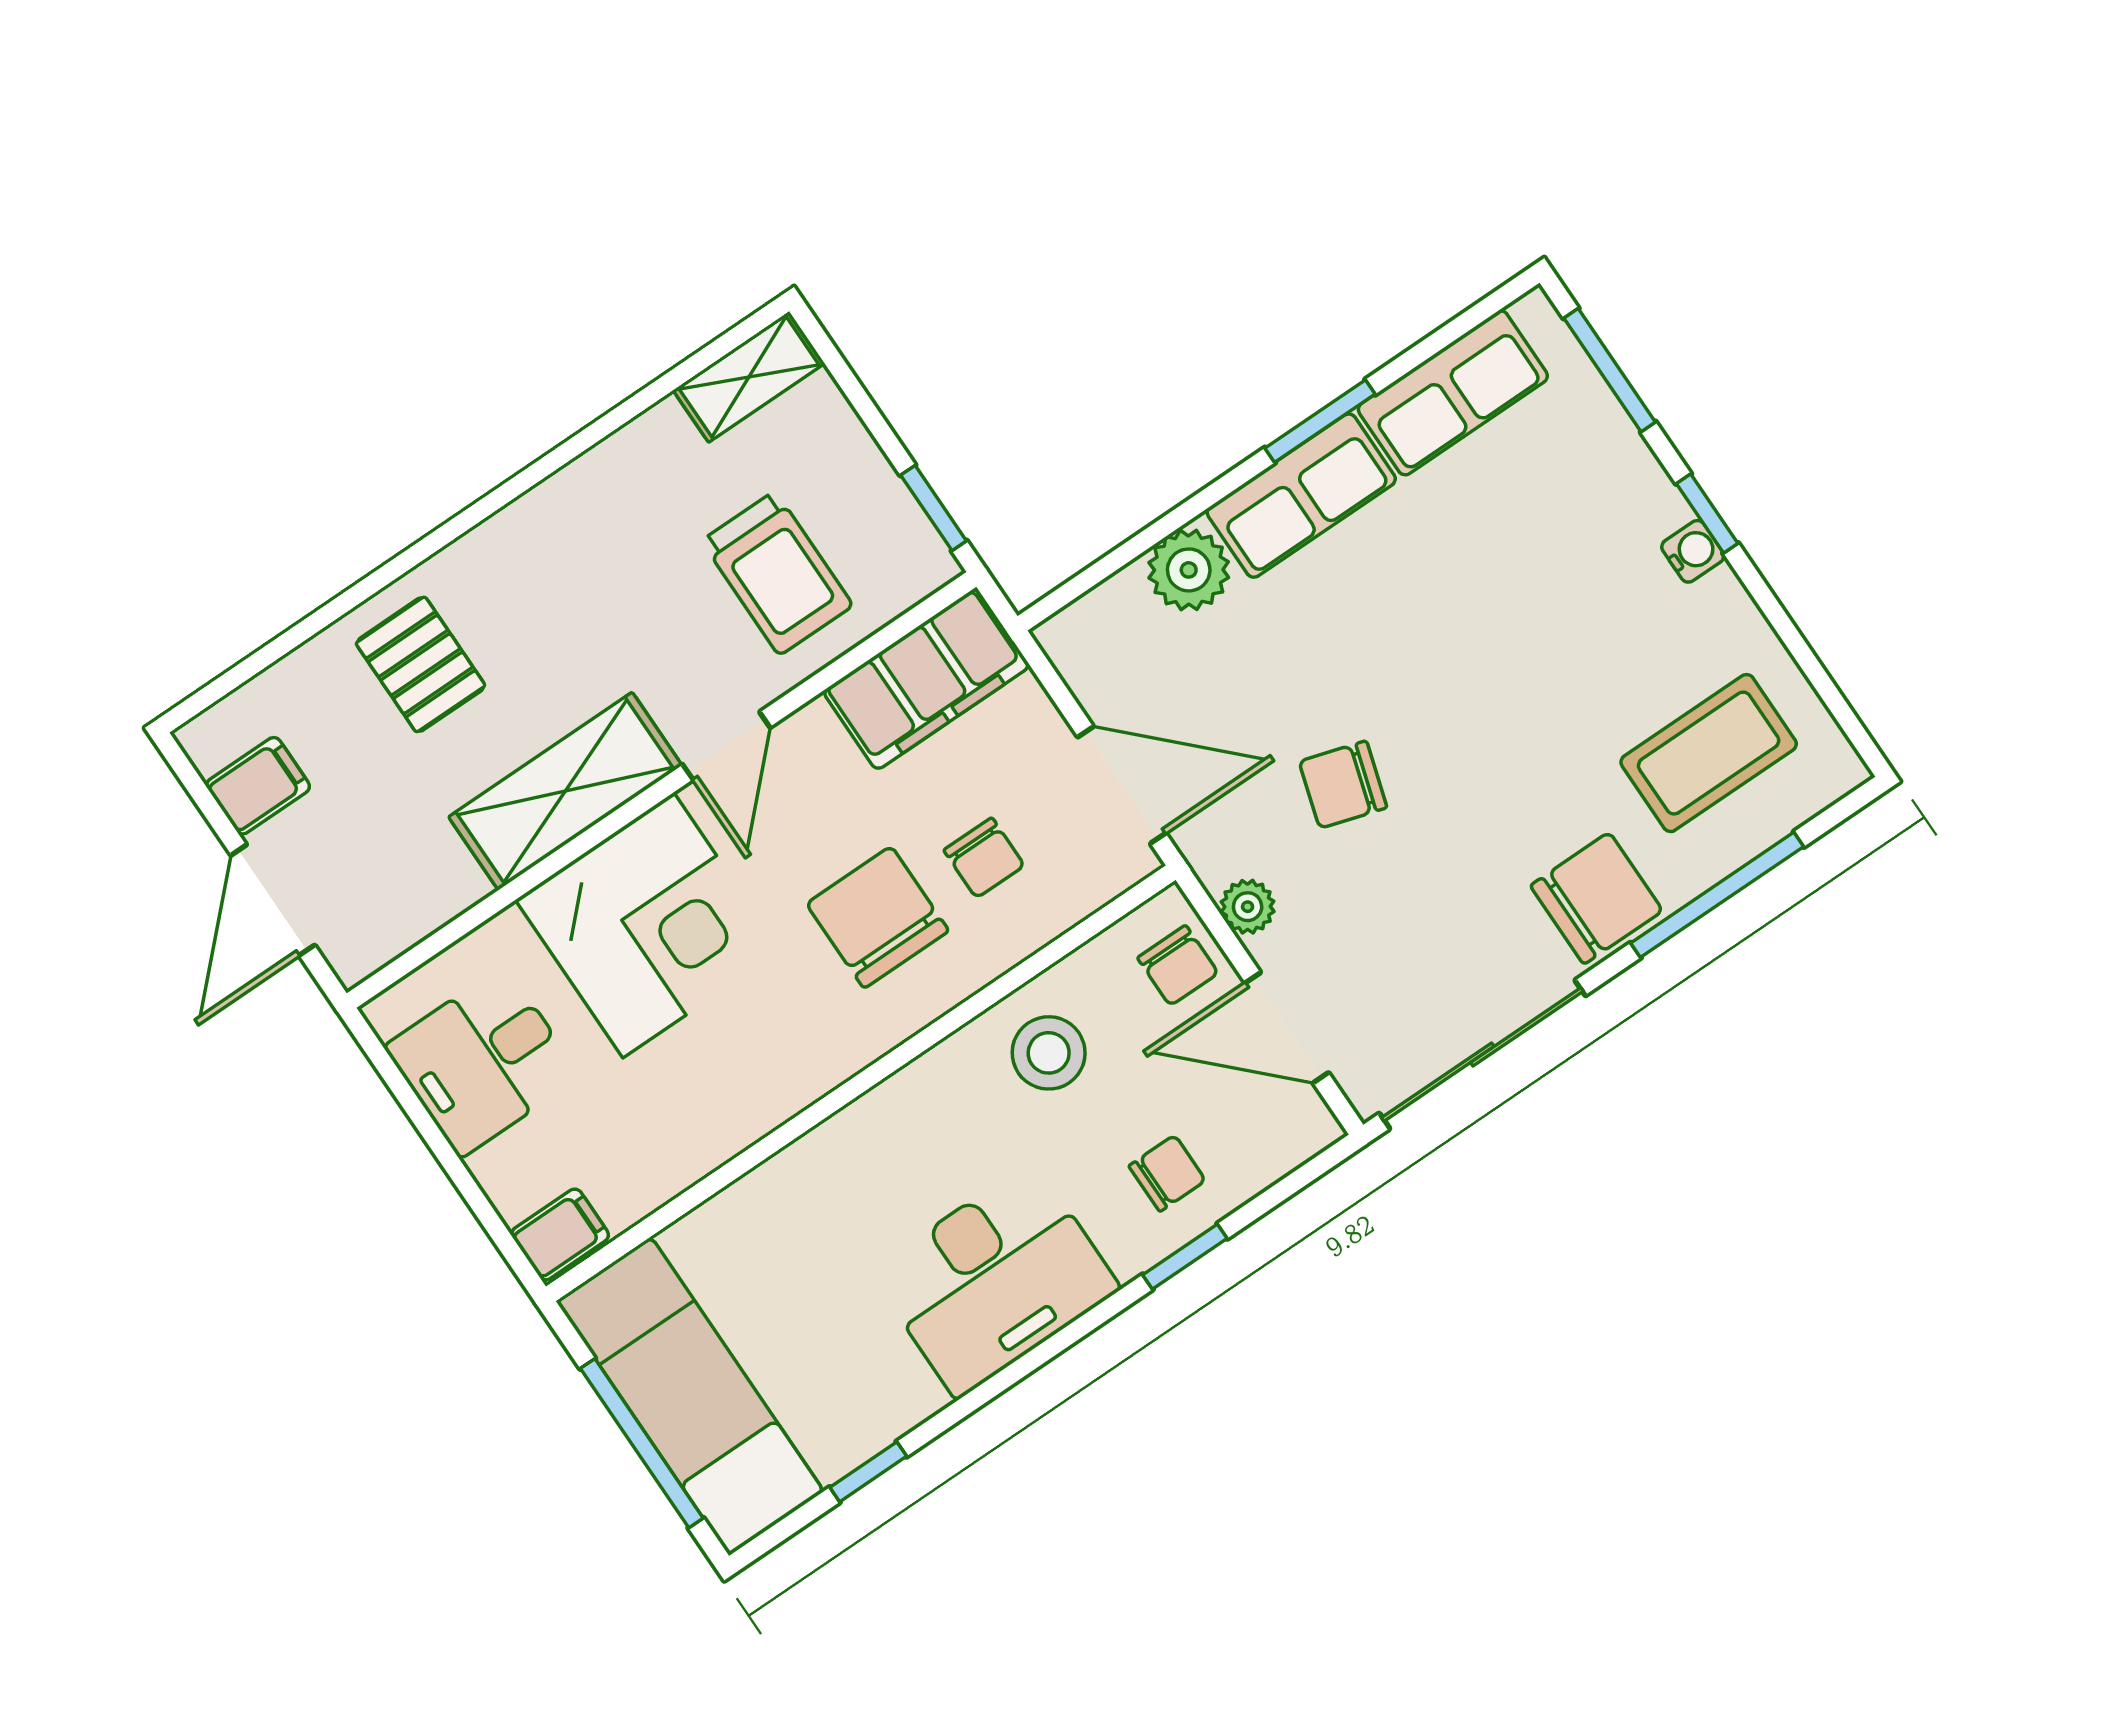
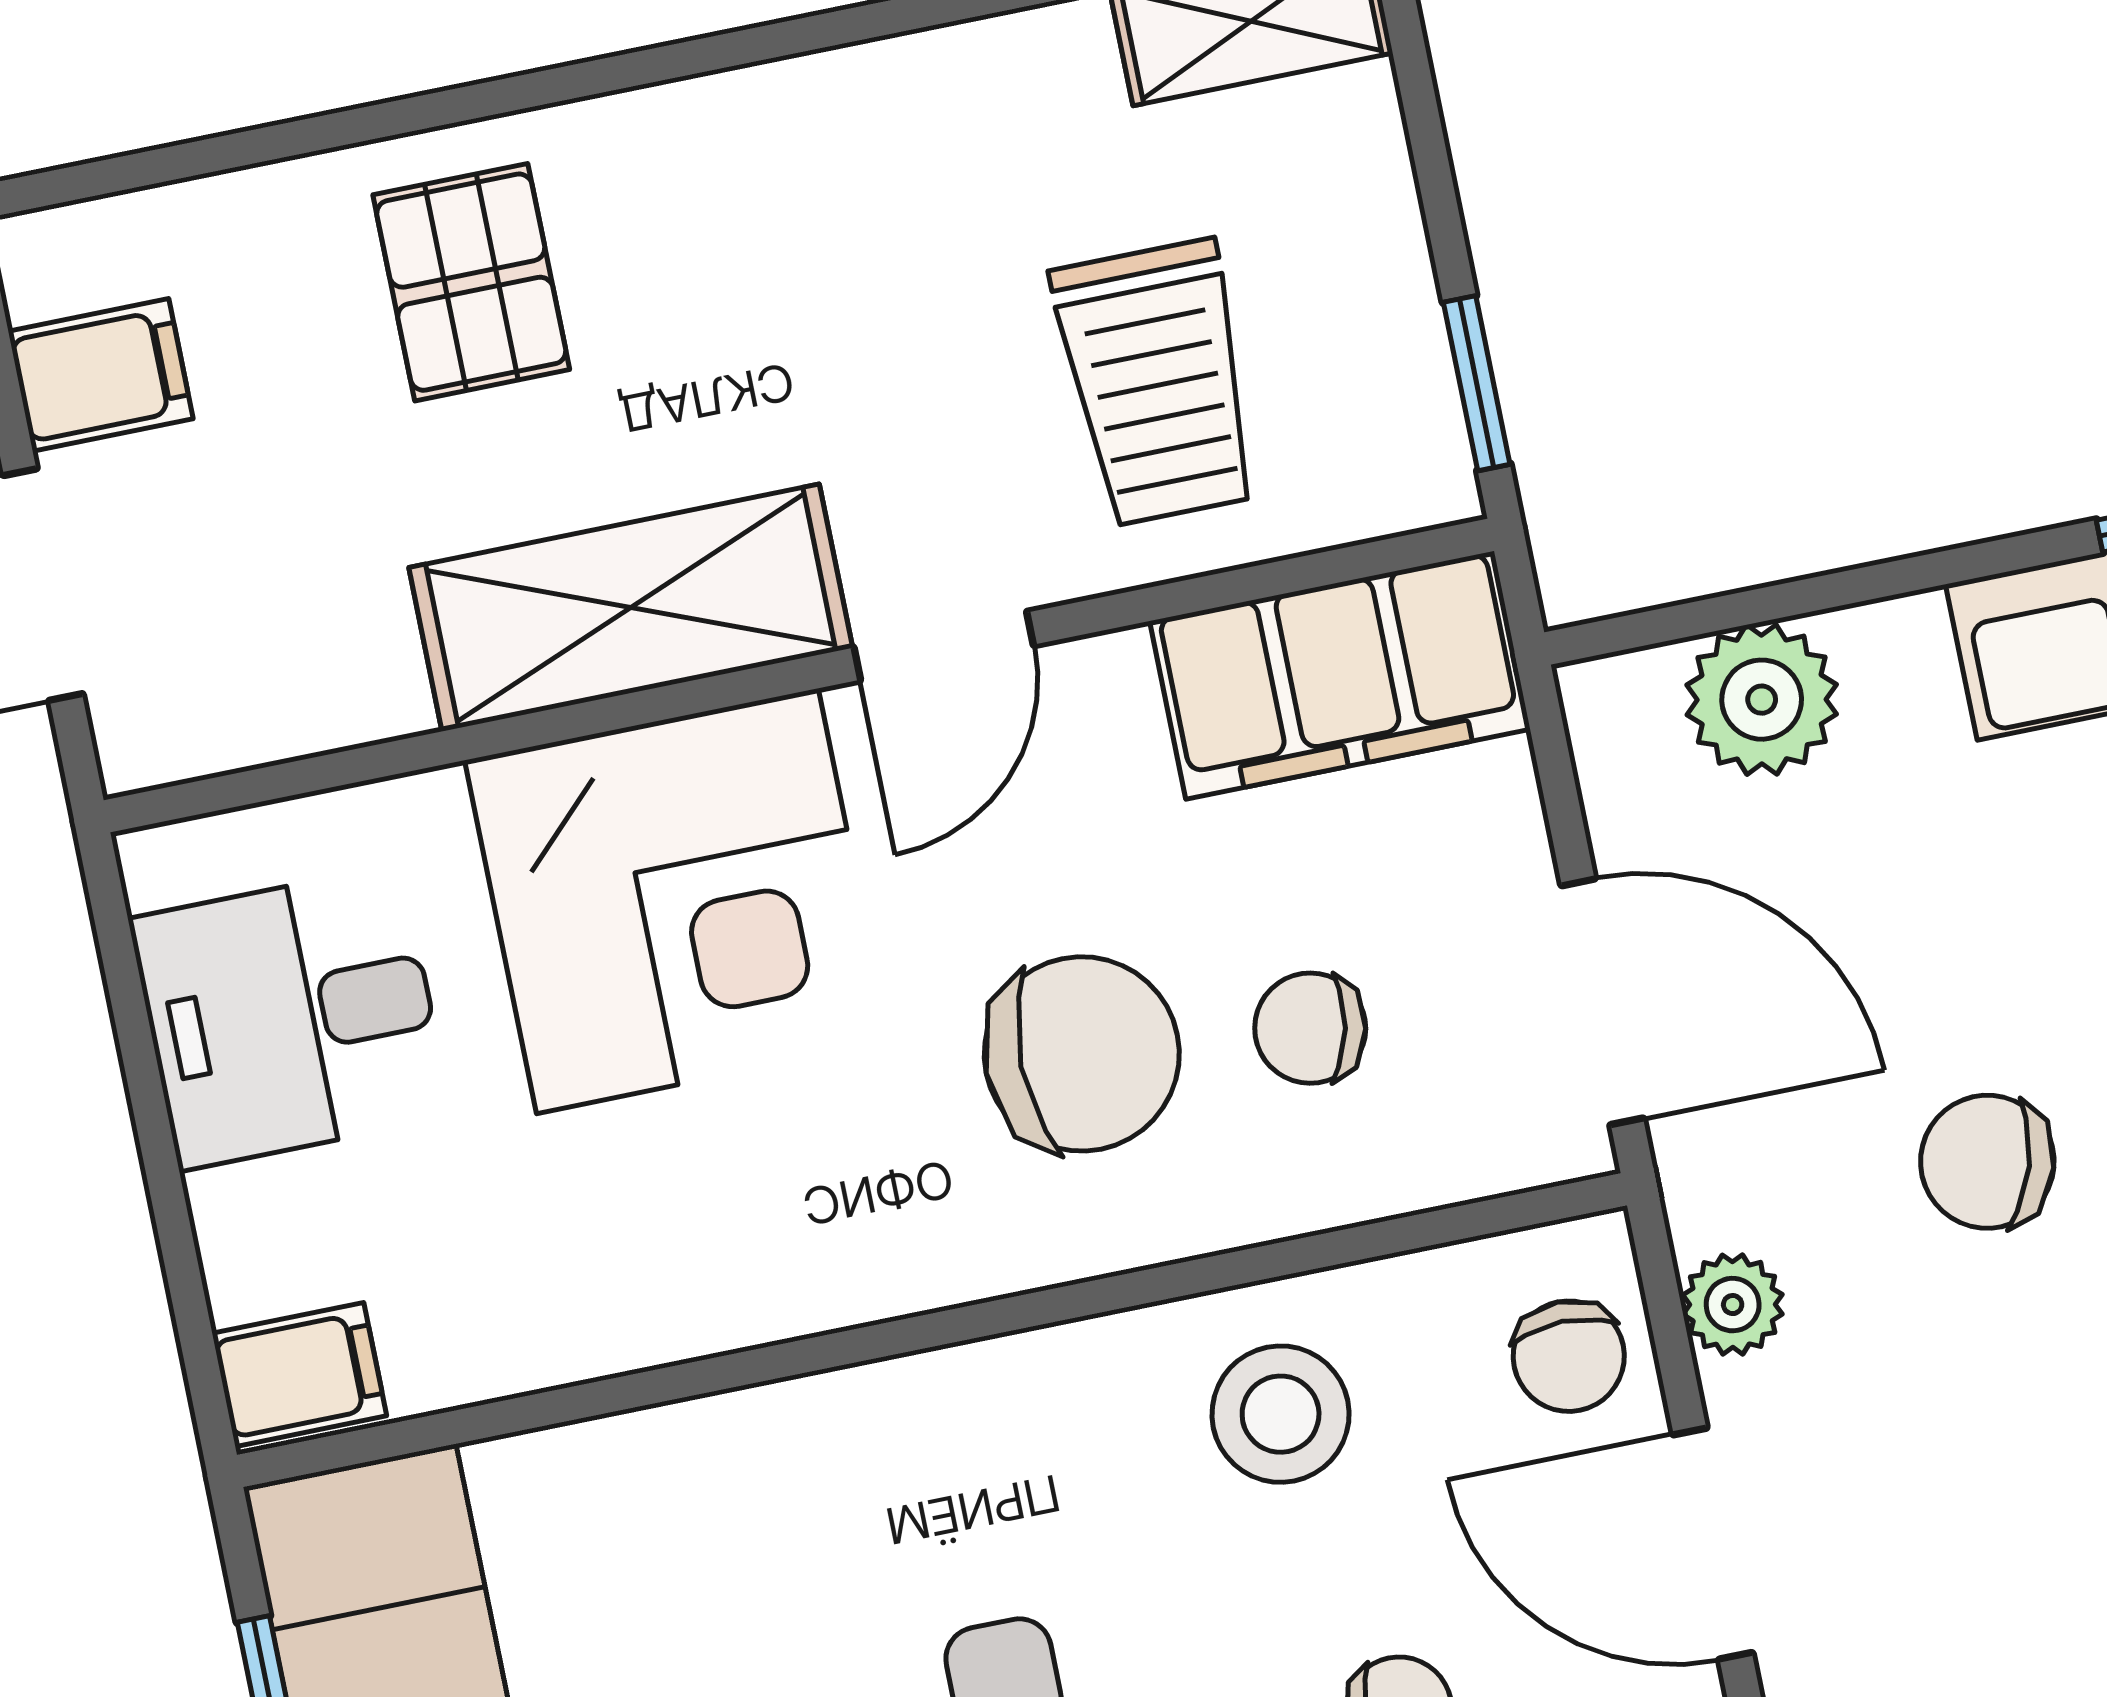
plant: (1189, 570) -> (1762, 700), moved
chair: (984, 858) -> (1310, 1028), turned 102
chair: (878, 917) -> (1082, 1054), turned 90

